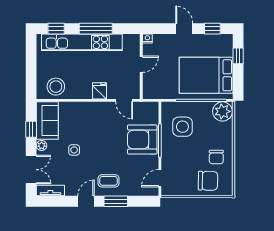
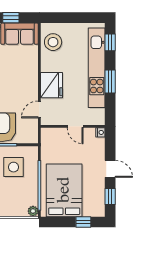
window: (96, 29) -> (110, 82), width x0.69
door: (184, 29) -> (110, 169), hinge flipped
fridge: (99, 91) -> (52, 85), width x1.88, depth x1.34
plant: (222, 111) -> (33, 211), width x0.53, depth x0.53

